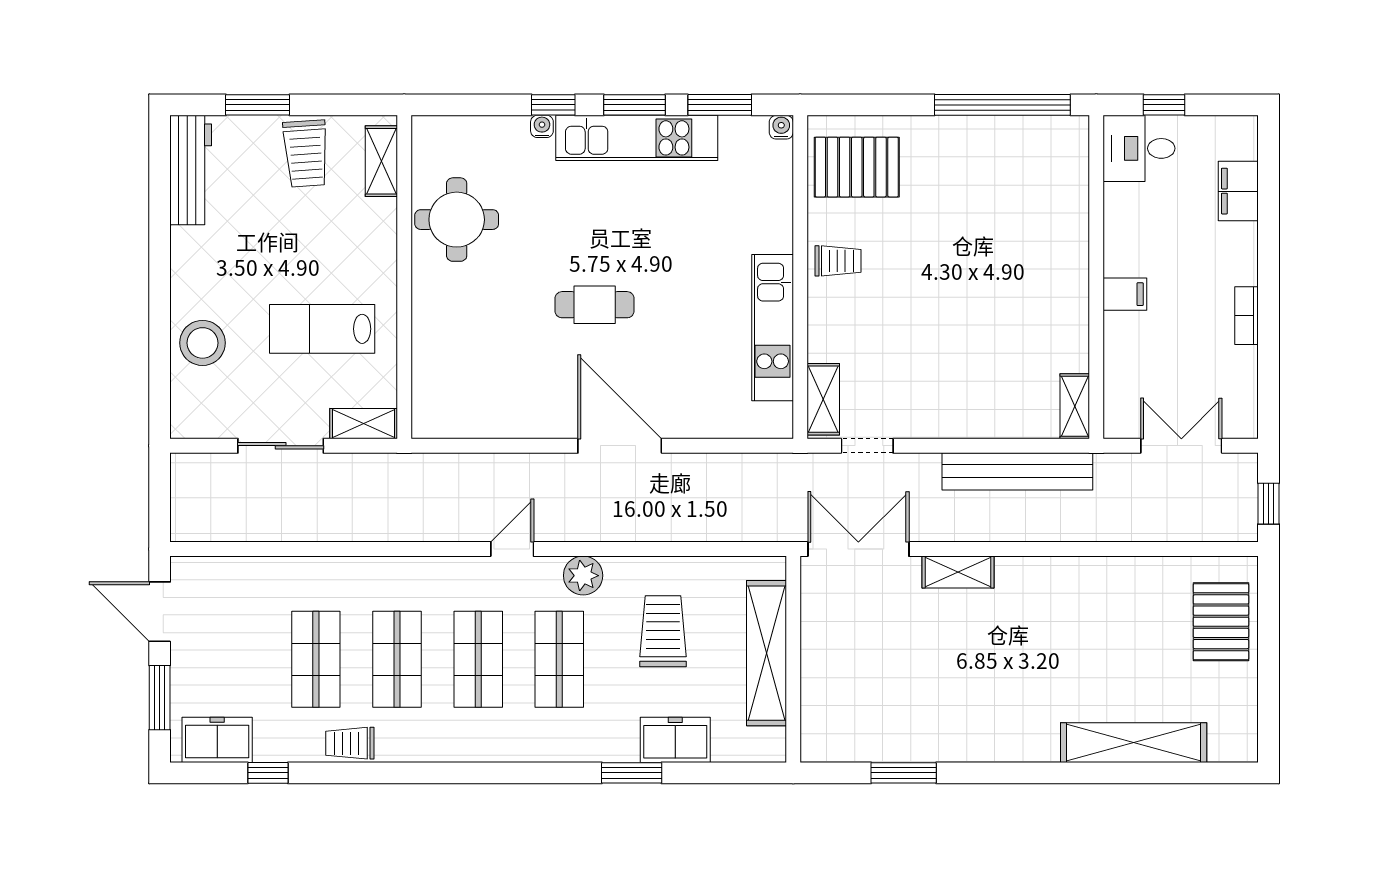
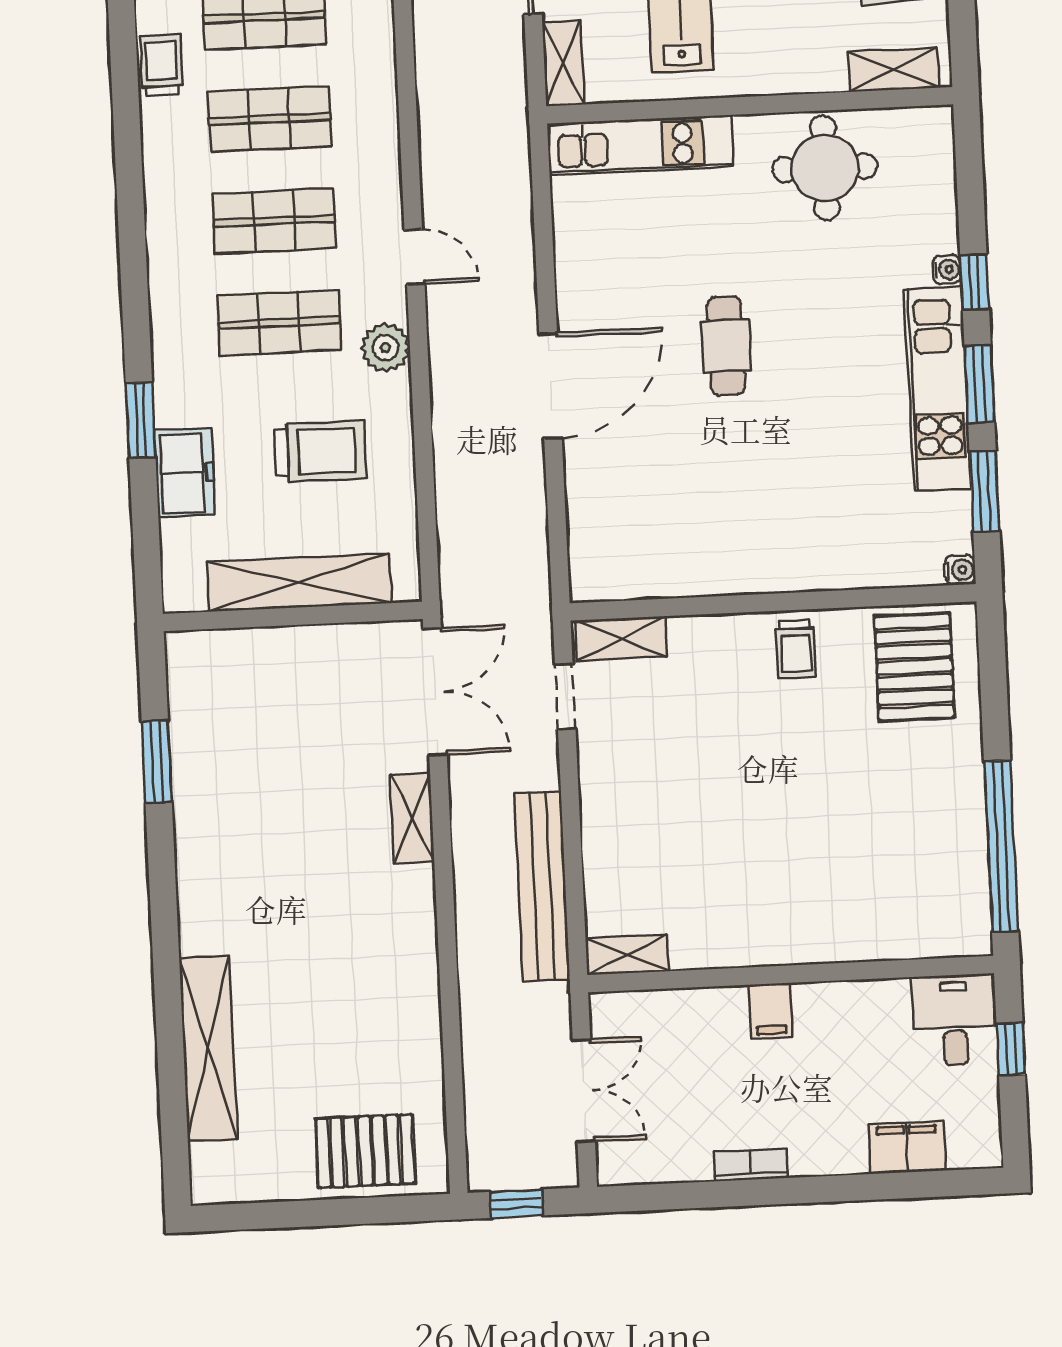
kitchen unit: (773, 328) -> (640, 145), moved, turned 180

